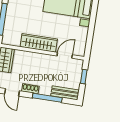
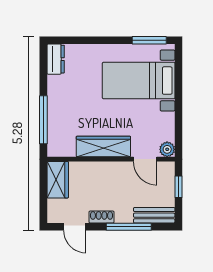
plant: (80, 51) -> (167, 149), added
door: (65, 55) -> (145, 159), swing flipped

